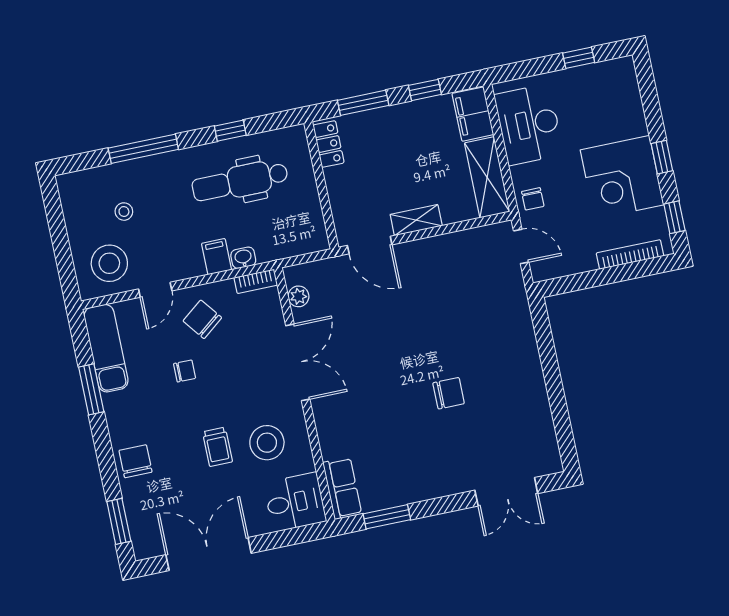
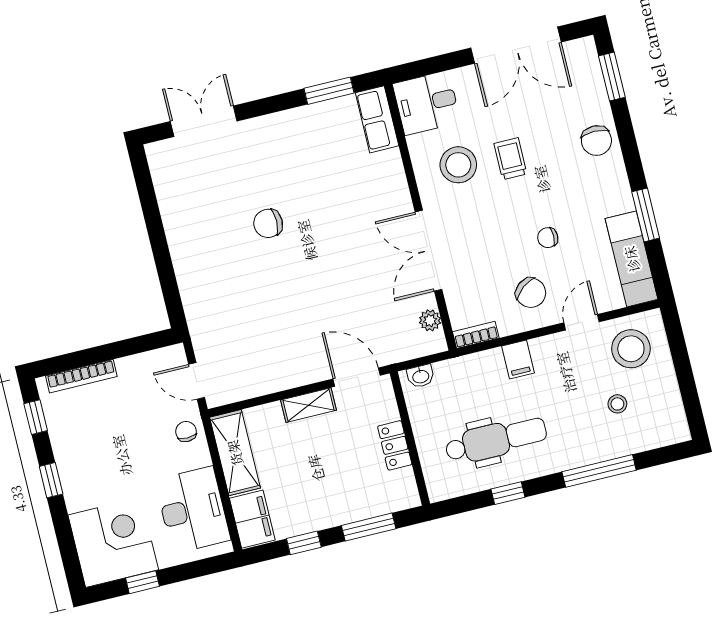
locker: (328, 144) -> (395, 445), moved
corner desk: (622, 177) -> (113, 542), moved
washbasin: (243, 258) -> (421, 376), moved

